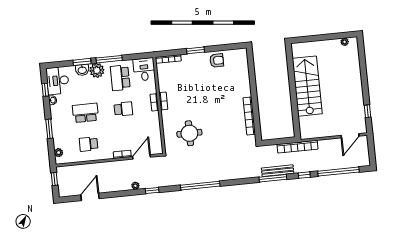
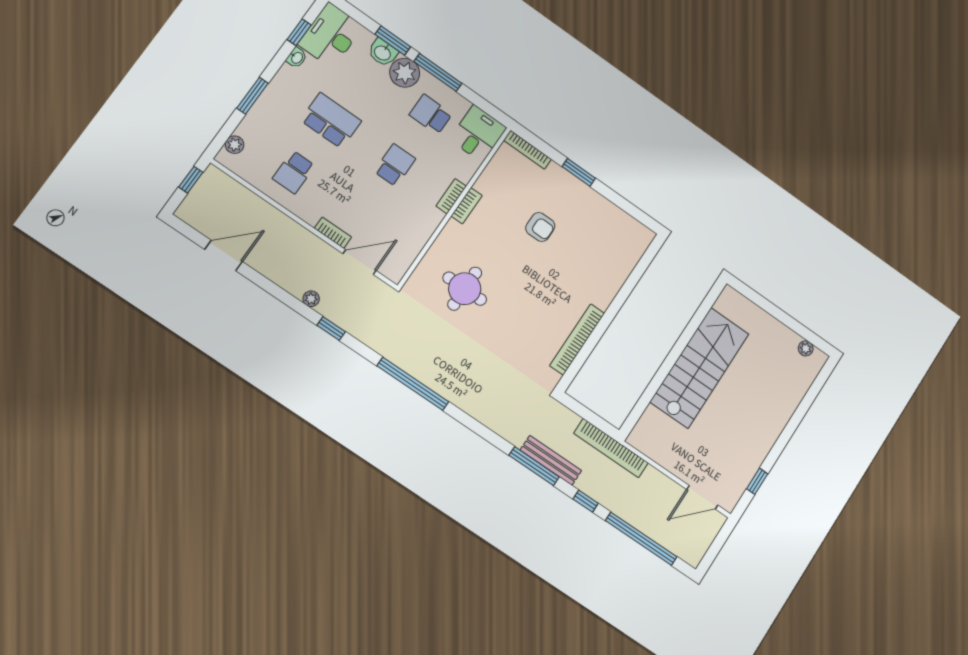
armchair: (217, 60) -> (540, 227), moved
school desk: (120, 78) -> (431, 114), width x0.54
school desk: (123, 109) -> (395, 165), turned -90
school desk: (89, 144) -> (294, 172), turned -90

